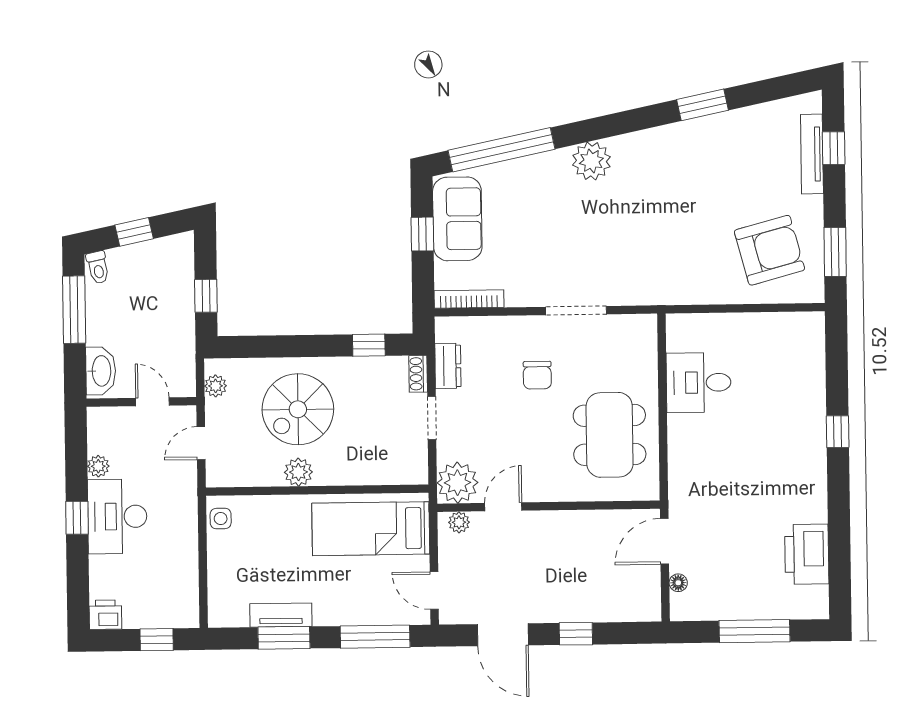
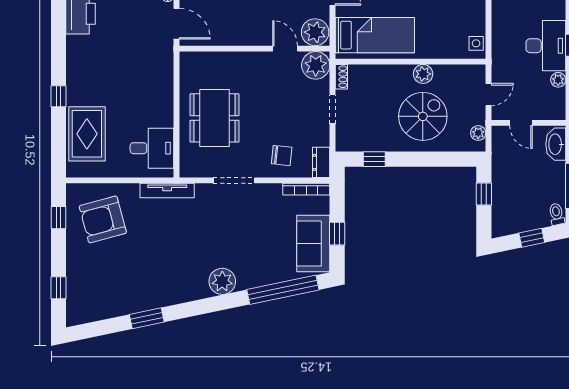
tv unit: (812, 154) -> (167, 191), moved, turned 90
window: (835, 252) -> (59, 218), width x0.67
dresser: (448, 366) -> (321, 162), moved
shoe rack: (418, 374) -> (341, 77), moved
chair: (537, 375) -> (282, 156), moved, turned 96
rug: (795, 377) -> (87, 134), added
desk: (699, 383) -> (152, 148), moved
dining table: (610, 435) -> (214, 118), moved
door: (503, 507) -> (285, 49), swing flipped
plant: (459, 522) -> (315, 32), width x1.87, depth x1.87
door: (665, 541) -> (176, 24), hinge flipped

